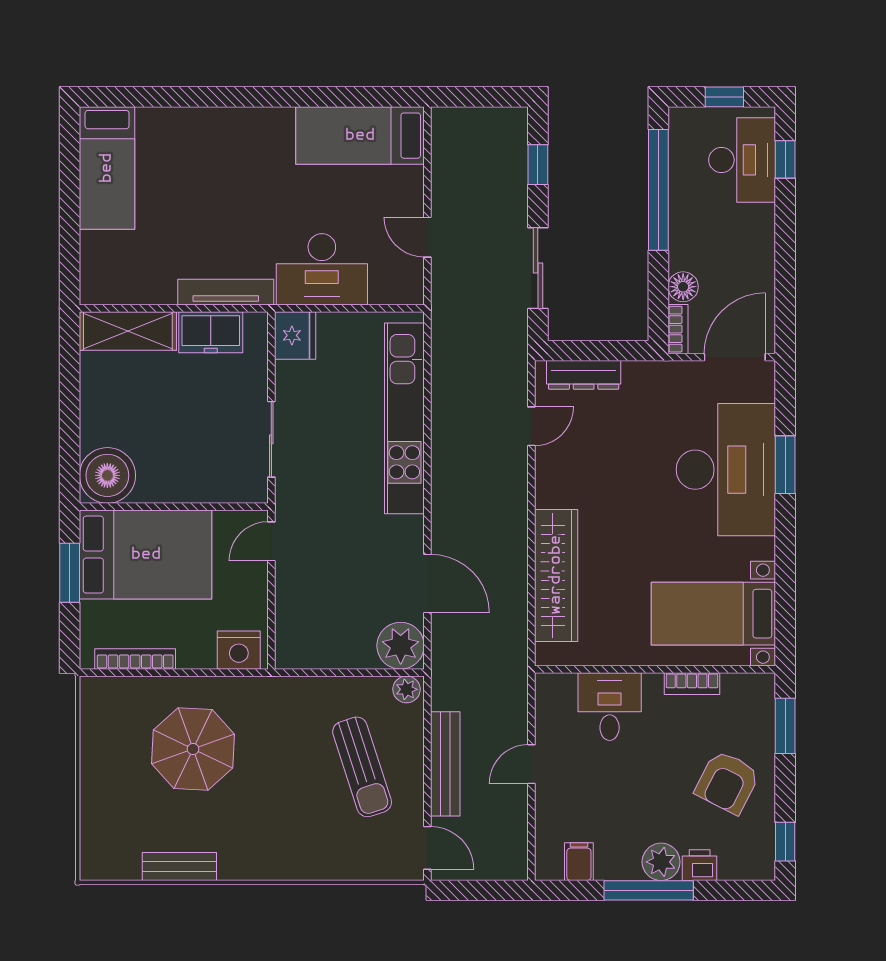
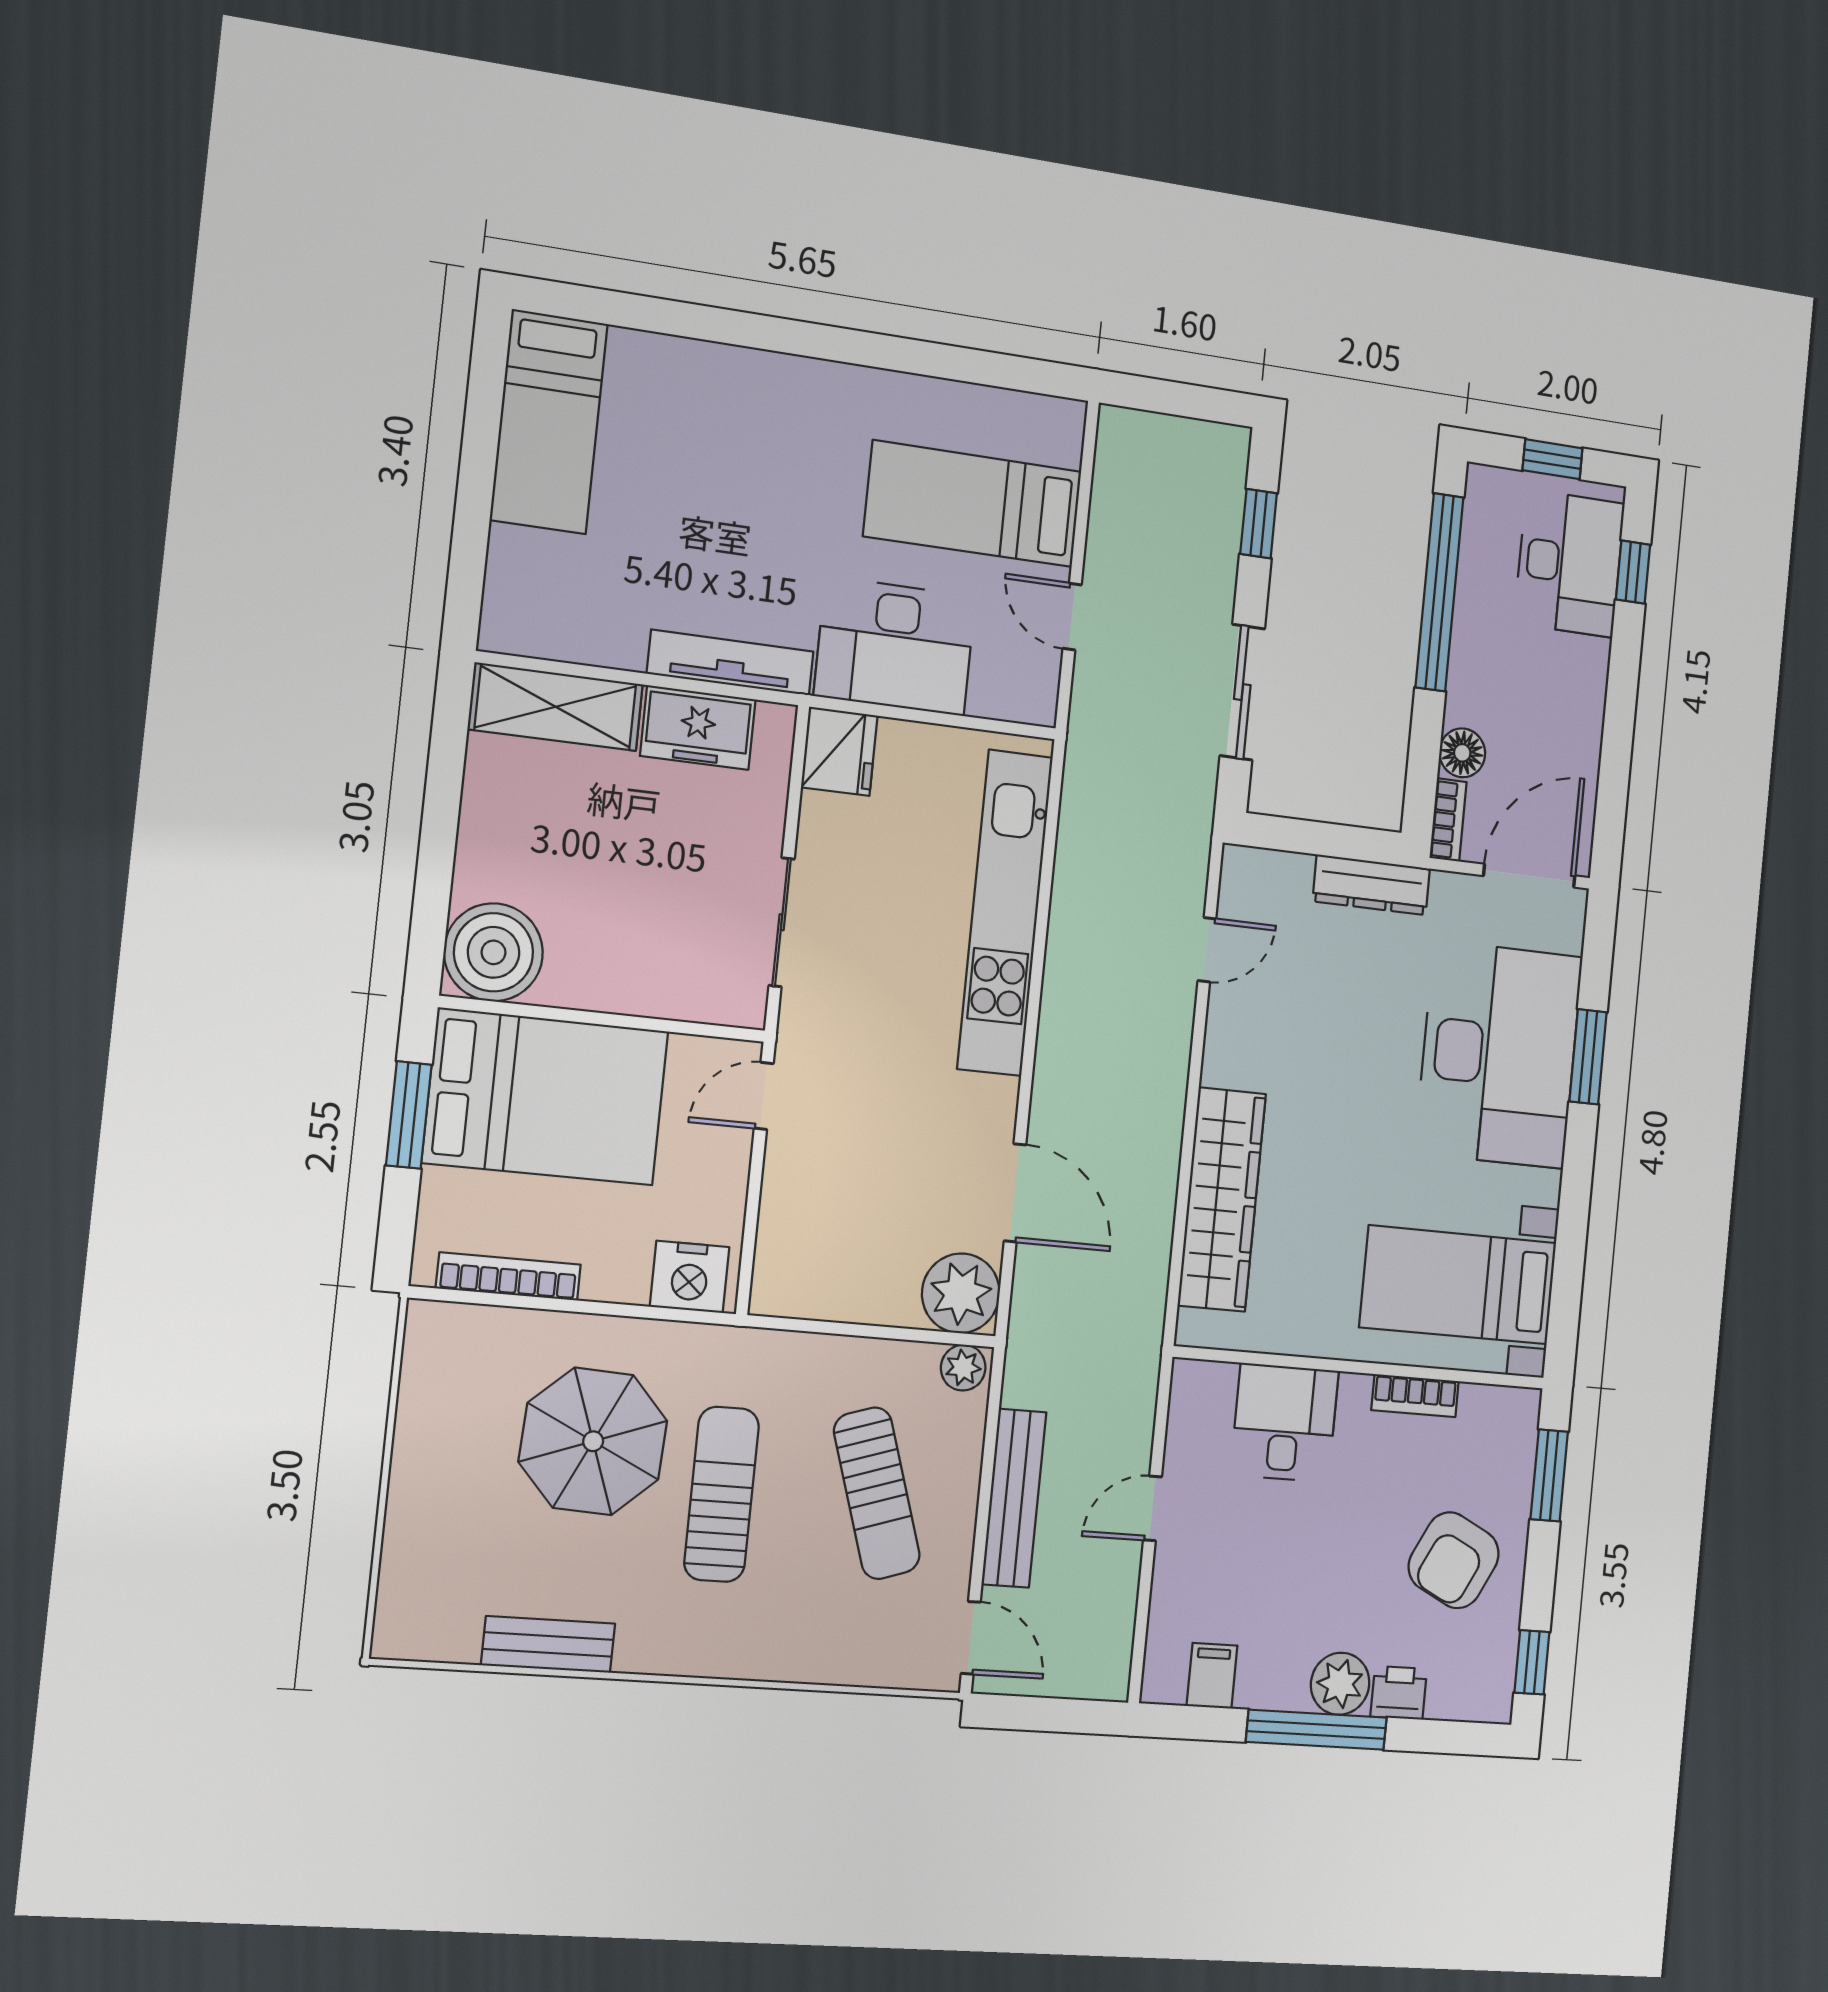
bed: (360, 136) -> (973, 504), moved
dresser: (584, 375) -> (1371, 885), moved
sun lounger: (270, 774) -> (722, 1494), added

